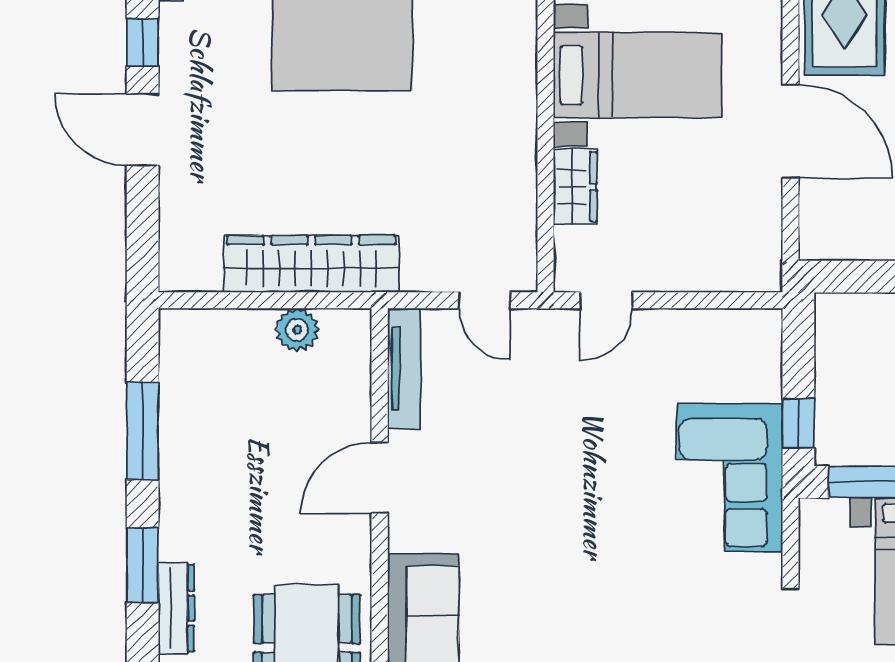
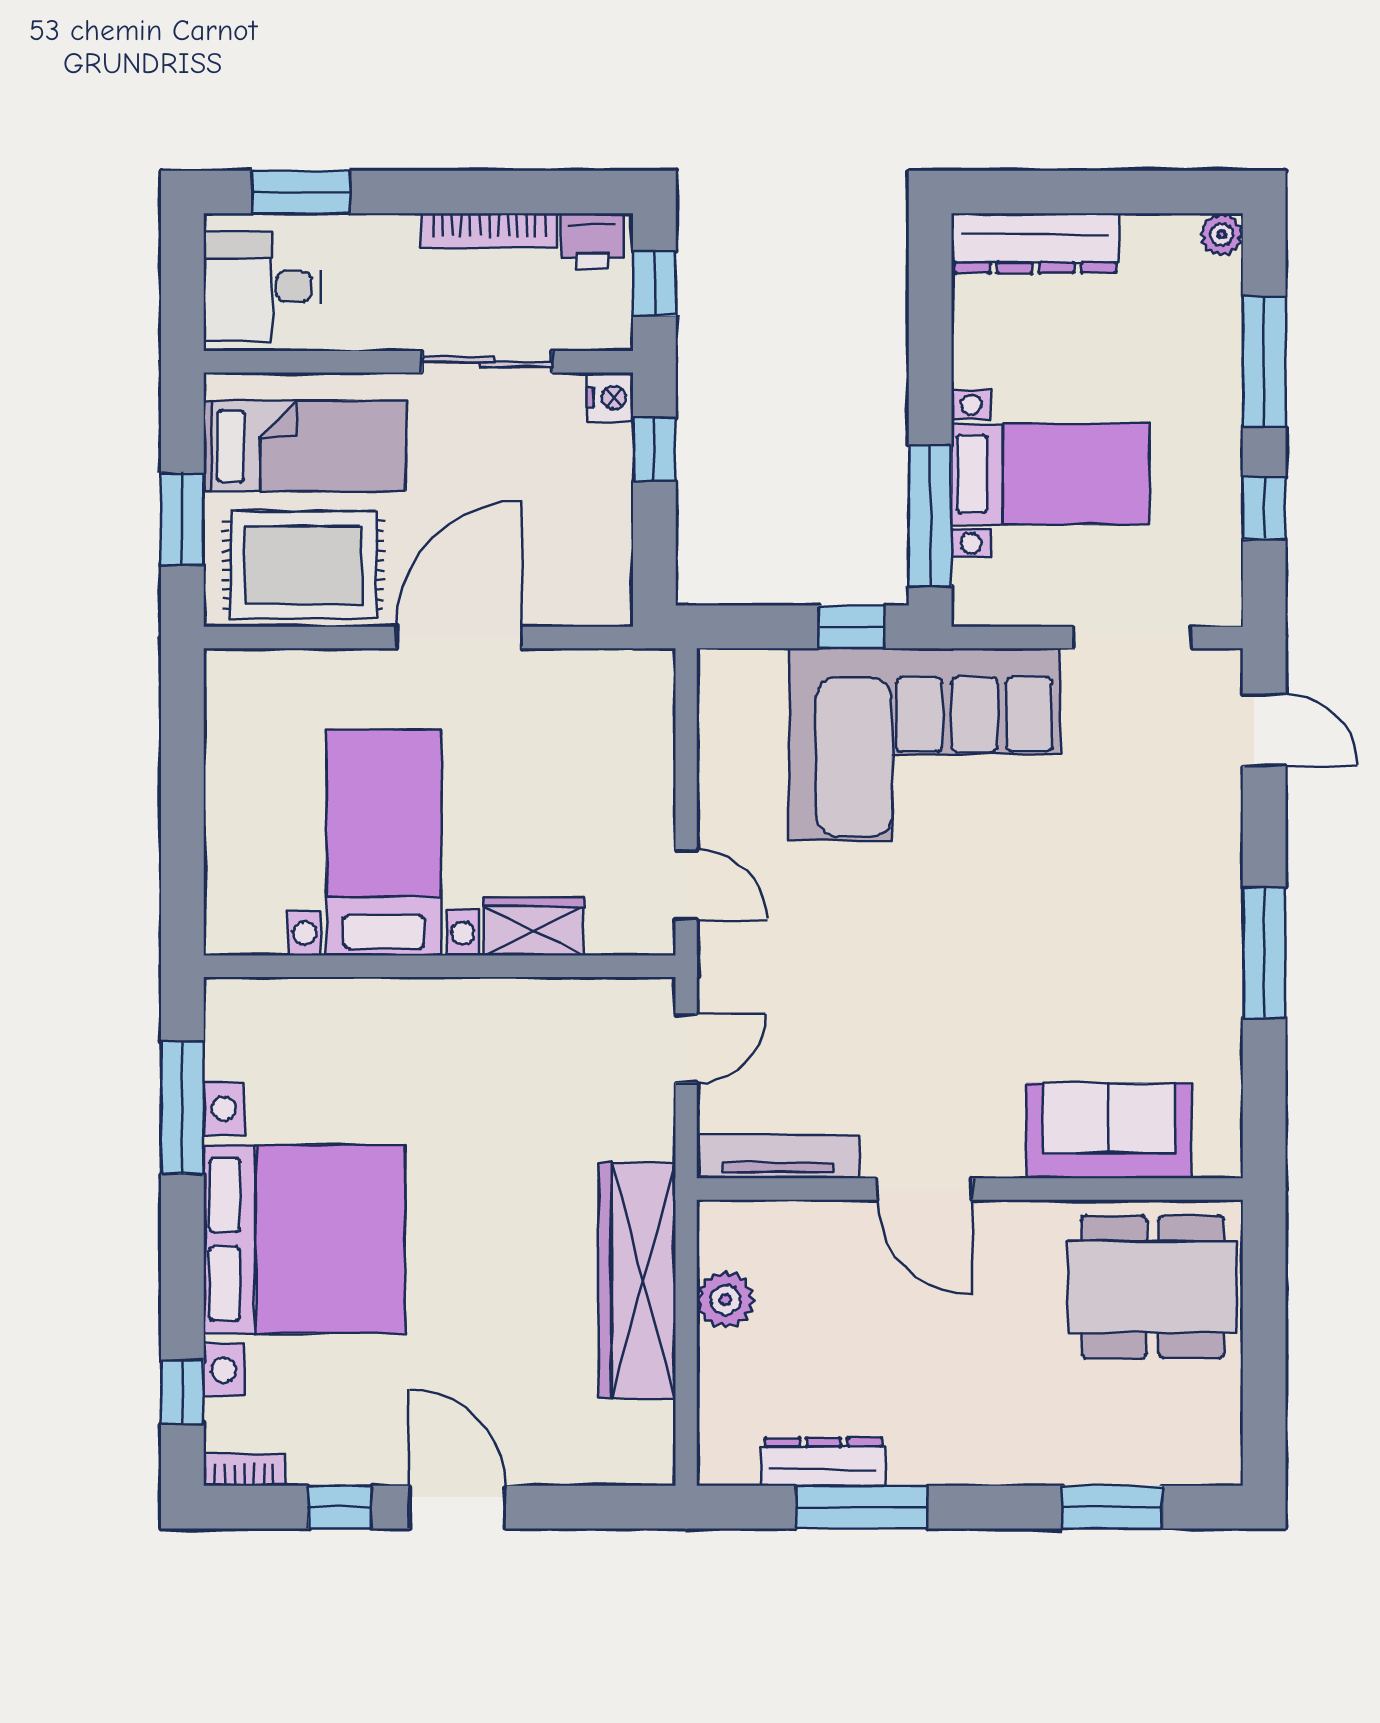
door: (143, 130) -> (457, 1507), swing flipped
corner sofa: (730, 478) -> (924, 744), width x1.36, depth x1.36
window: (143, 565) -> (1112, 1507), moved
dresser: (176, 608) -> (824, 1462), moved

